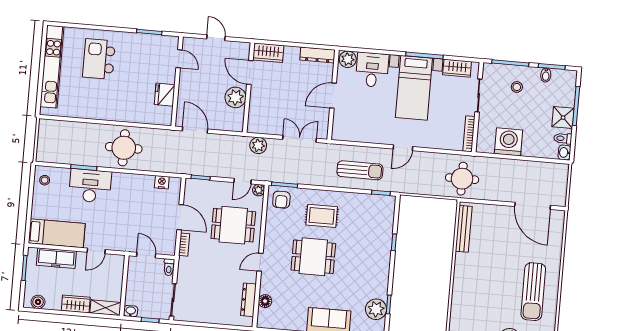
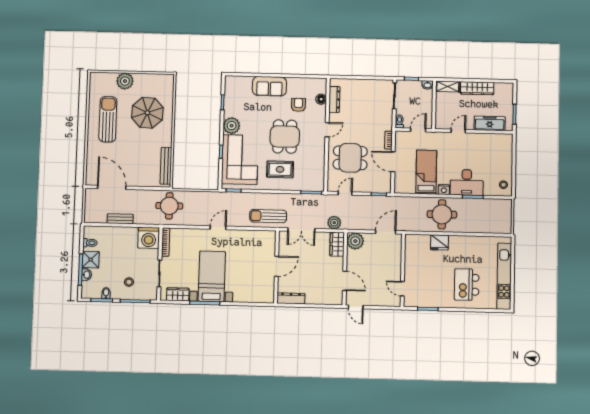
door: (216, 38) -> (356, 307), moved
wardrobe: (268, 53) -> (337, 244), moved, turned -90
kitchen island: (99, 59) -> (467, 285), turned 180
plant: (348, 59) -> (266, 296), removed
desk: (372, 70) -> (246, 289), removed
fridge: (165, 95) -> (439, 242), moved, turned 90
plant: (235, 97) -> (355, 241), moved
door: (195, 130) -> (386, 232), swing flipped
washing machine: (509, 142) -> (149, 238), moved
washbasin: (564, 153) -> (86, 275), moved
bench: (524, 166) -> (120, 219), added
sun lounger: (360, 170) -> (268, 216), moved
nightstand: (162, 182) -> (444, 190), moved
plant: (259, 190) -> (332, 187), removed
armchair: (281, 200) -> (298, 105), moved
corner sofa: (371, 231) -> (240, 160), added
bed: (57, 233) -> (426, 172), moved, turned 90
door: (146, 255) -> (418, 130), swing flipped
dining table: (313, 257) -> (285, 137), turned 90
parasol: (483, 297) -> (147, 113), added
boiler: (38, 302) -> (502, 88), removed
wardrobe: (76, 304) -> (477, 88), width x1.50
plant: (376, 309) -> (232, 126), moved

